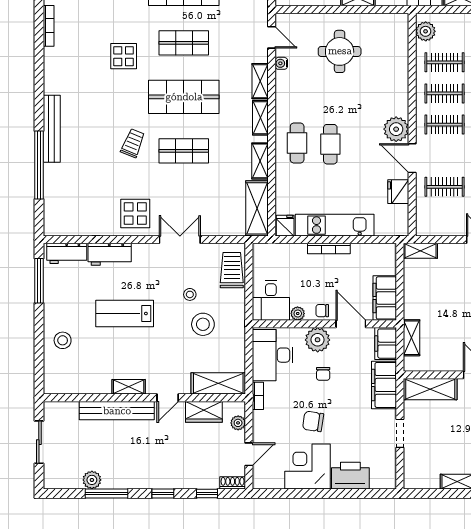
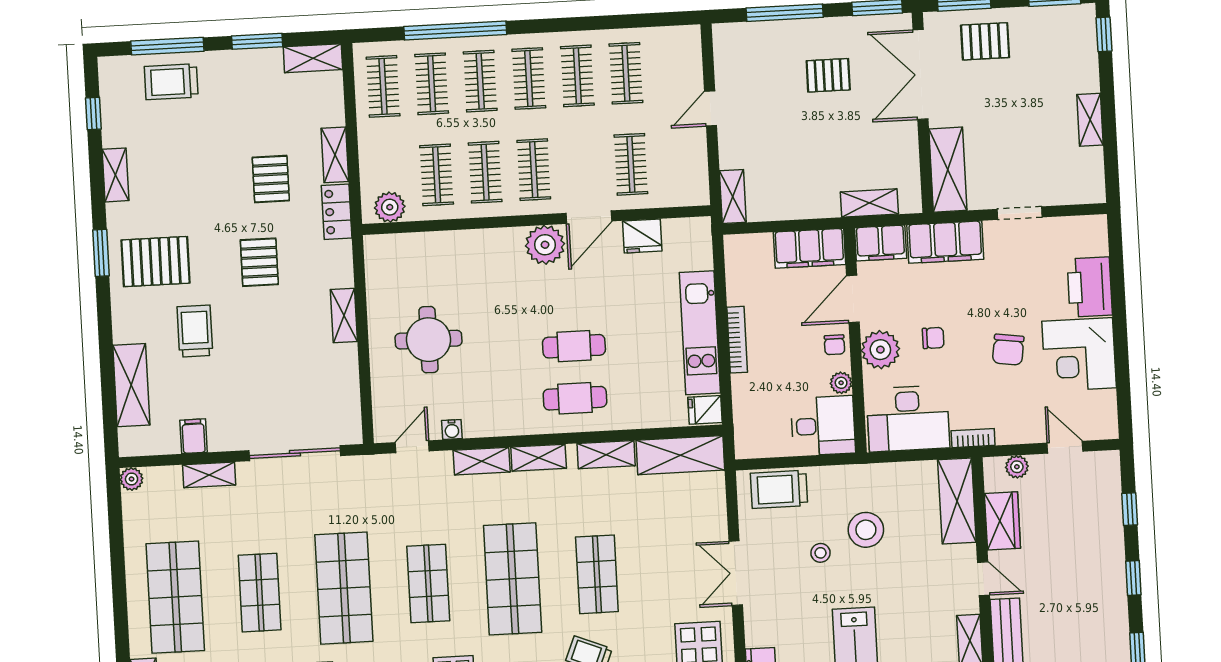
shoe rack: (233, 483) -> (1111, 470), removed

